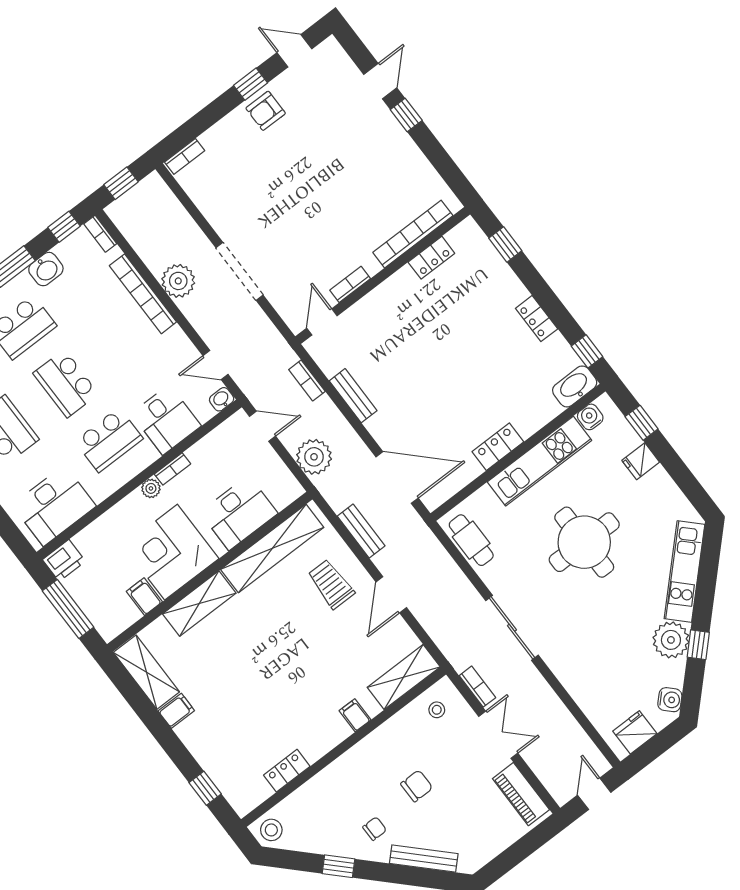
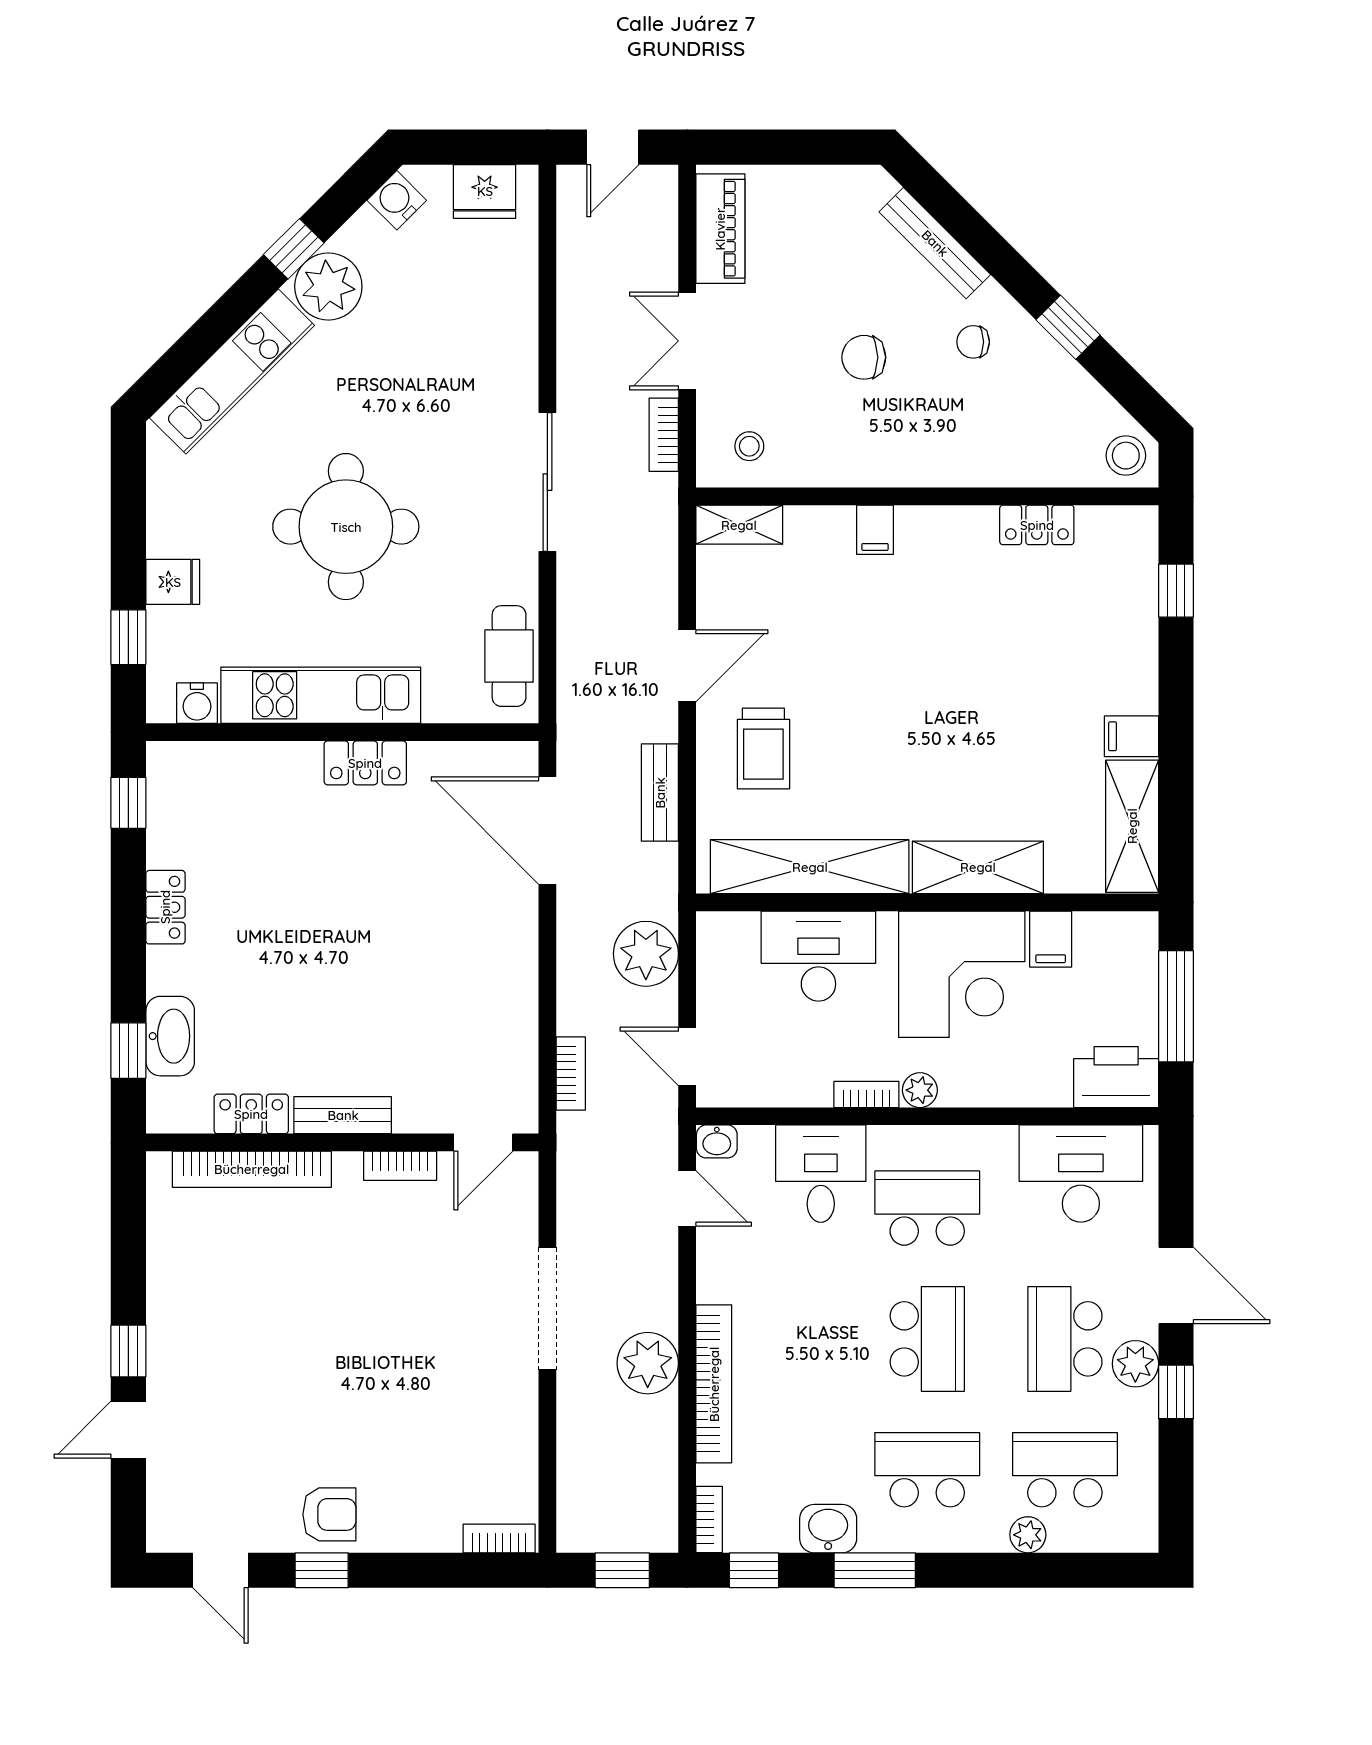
washbasin: (575, 386) -> (170, 1036), moved, turned -90
bench: (353, 396) -> (343, 1115), moved, turned 90
printer: (64, 560) -> (1116, 1077), width x1.37, depth x1.19
shelving: (404, 677) -> (739, 525), width x0.67, depth x0.75

